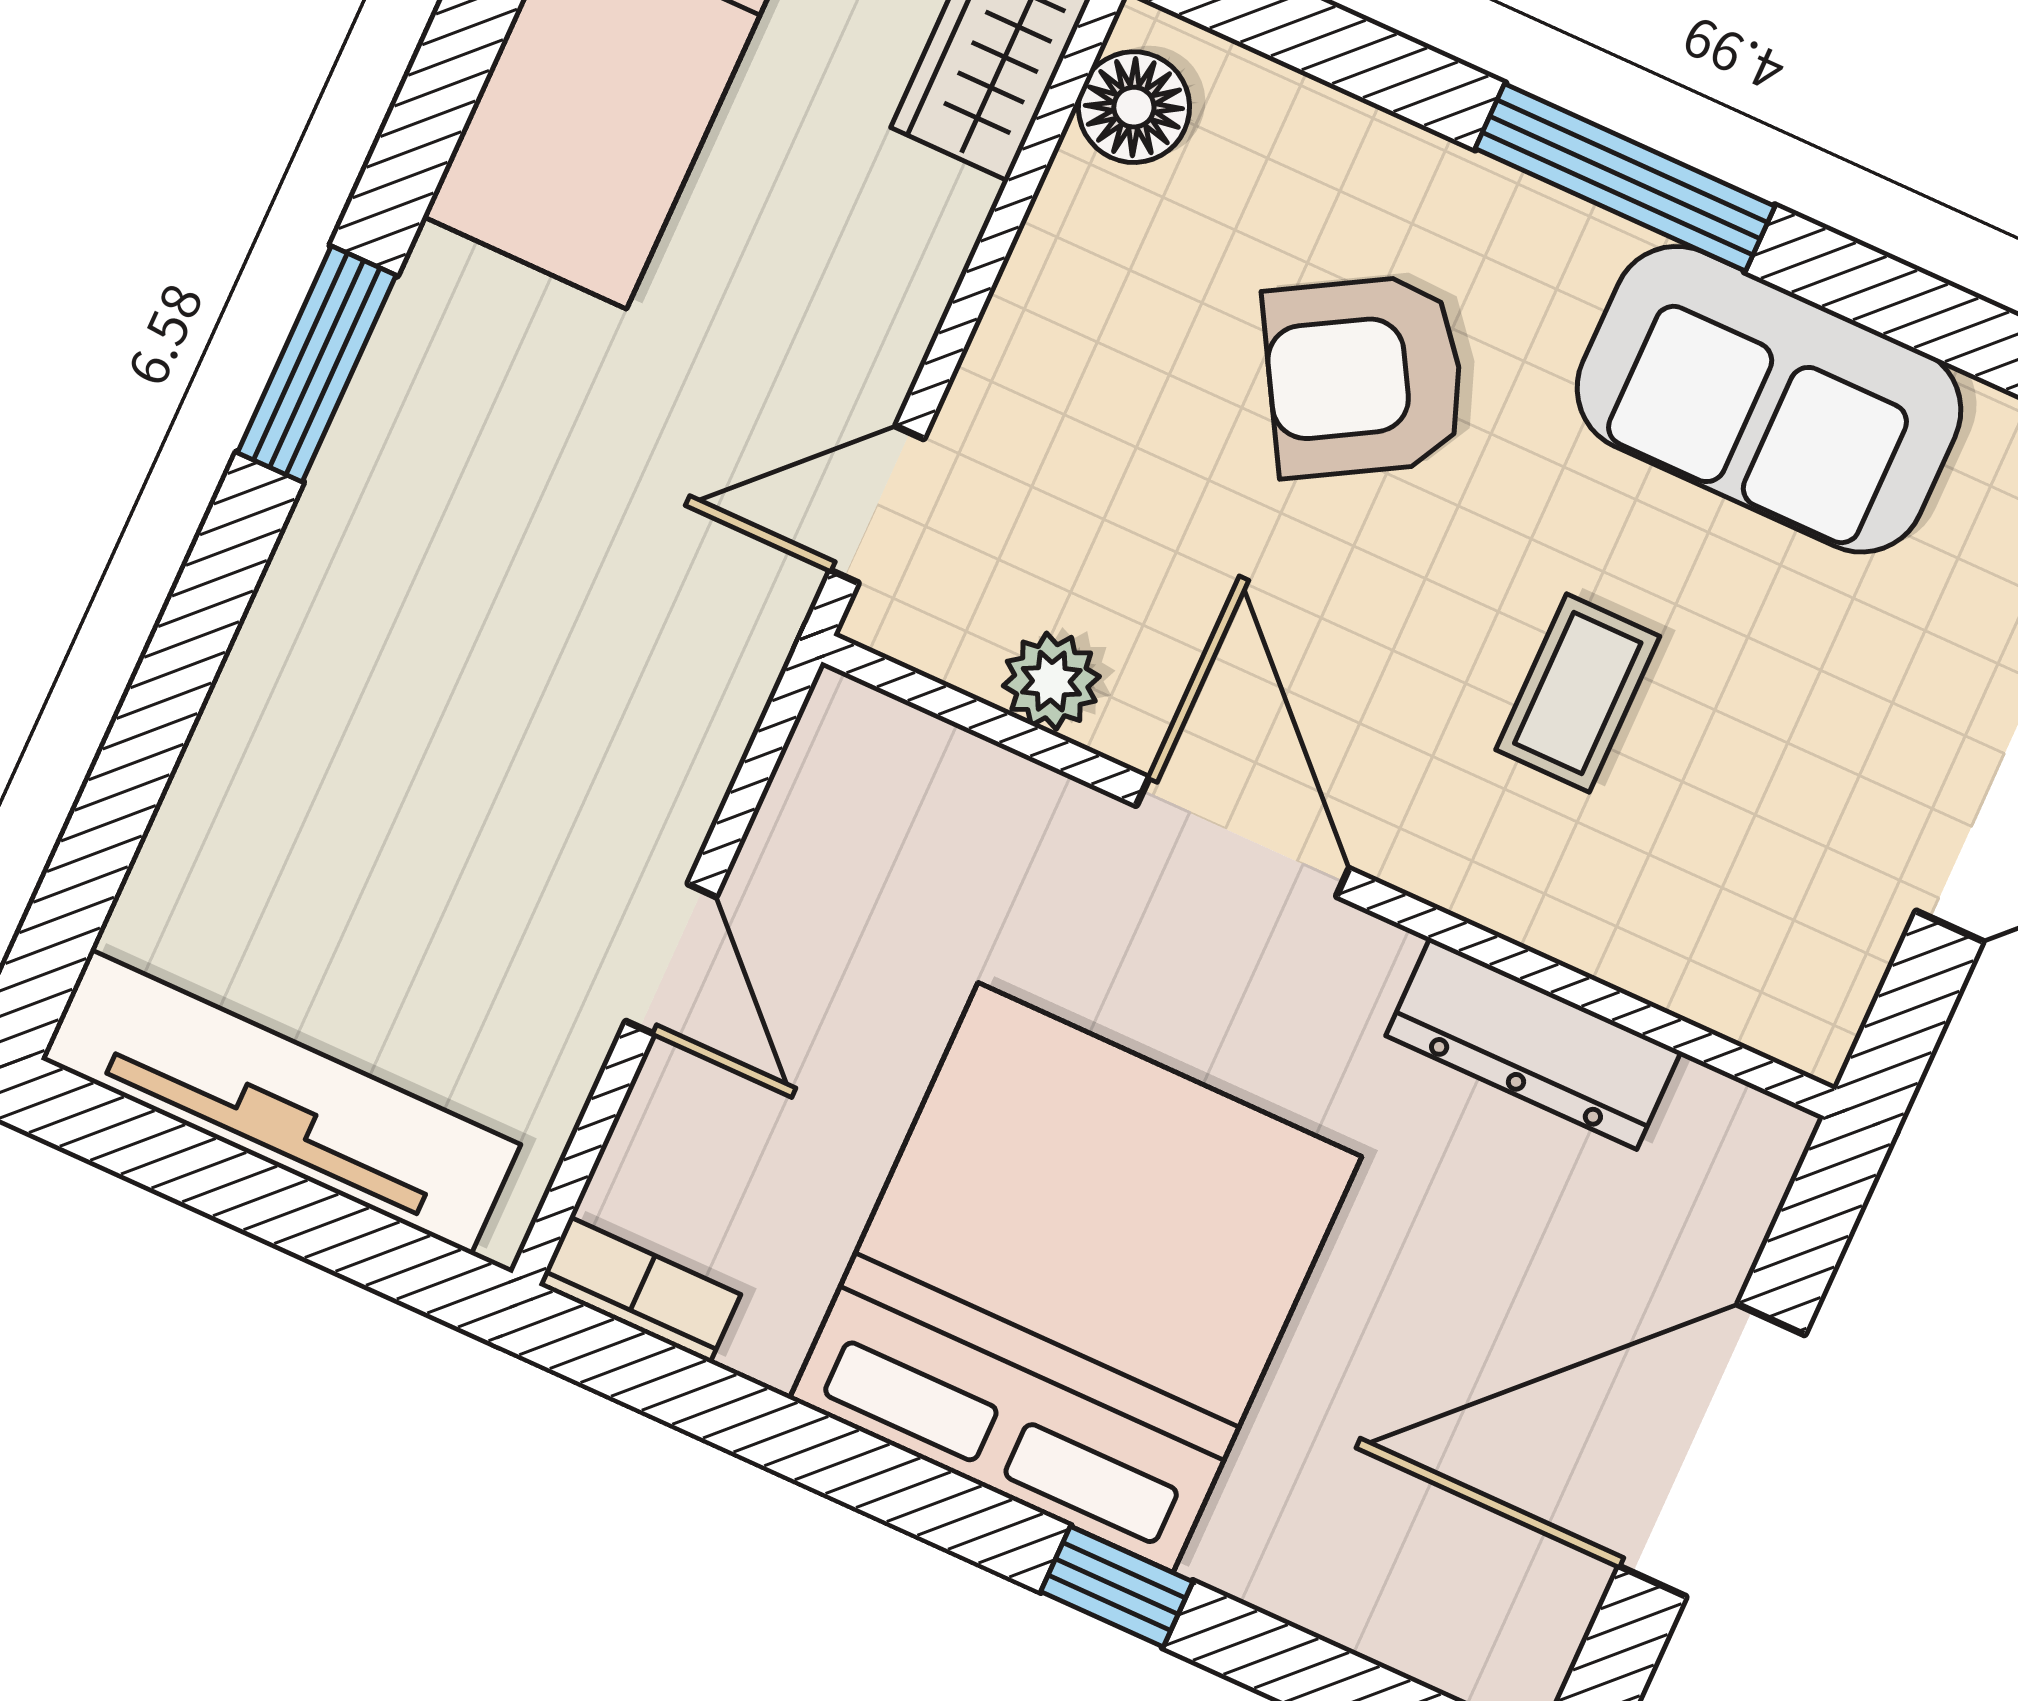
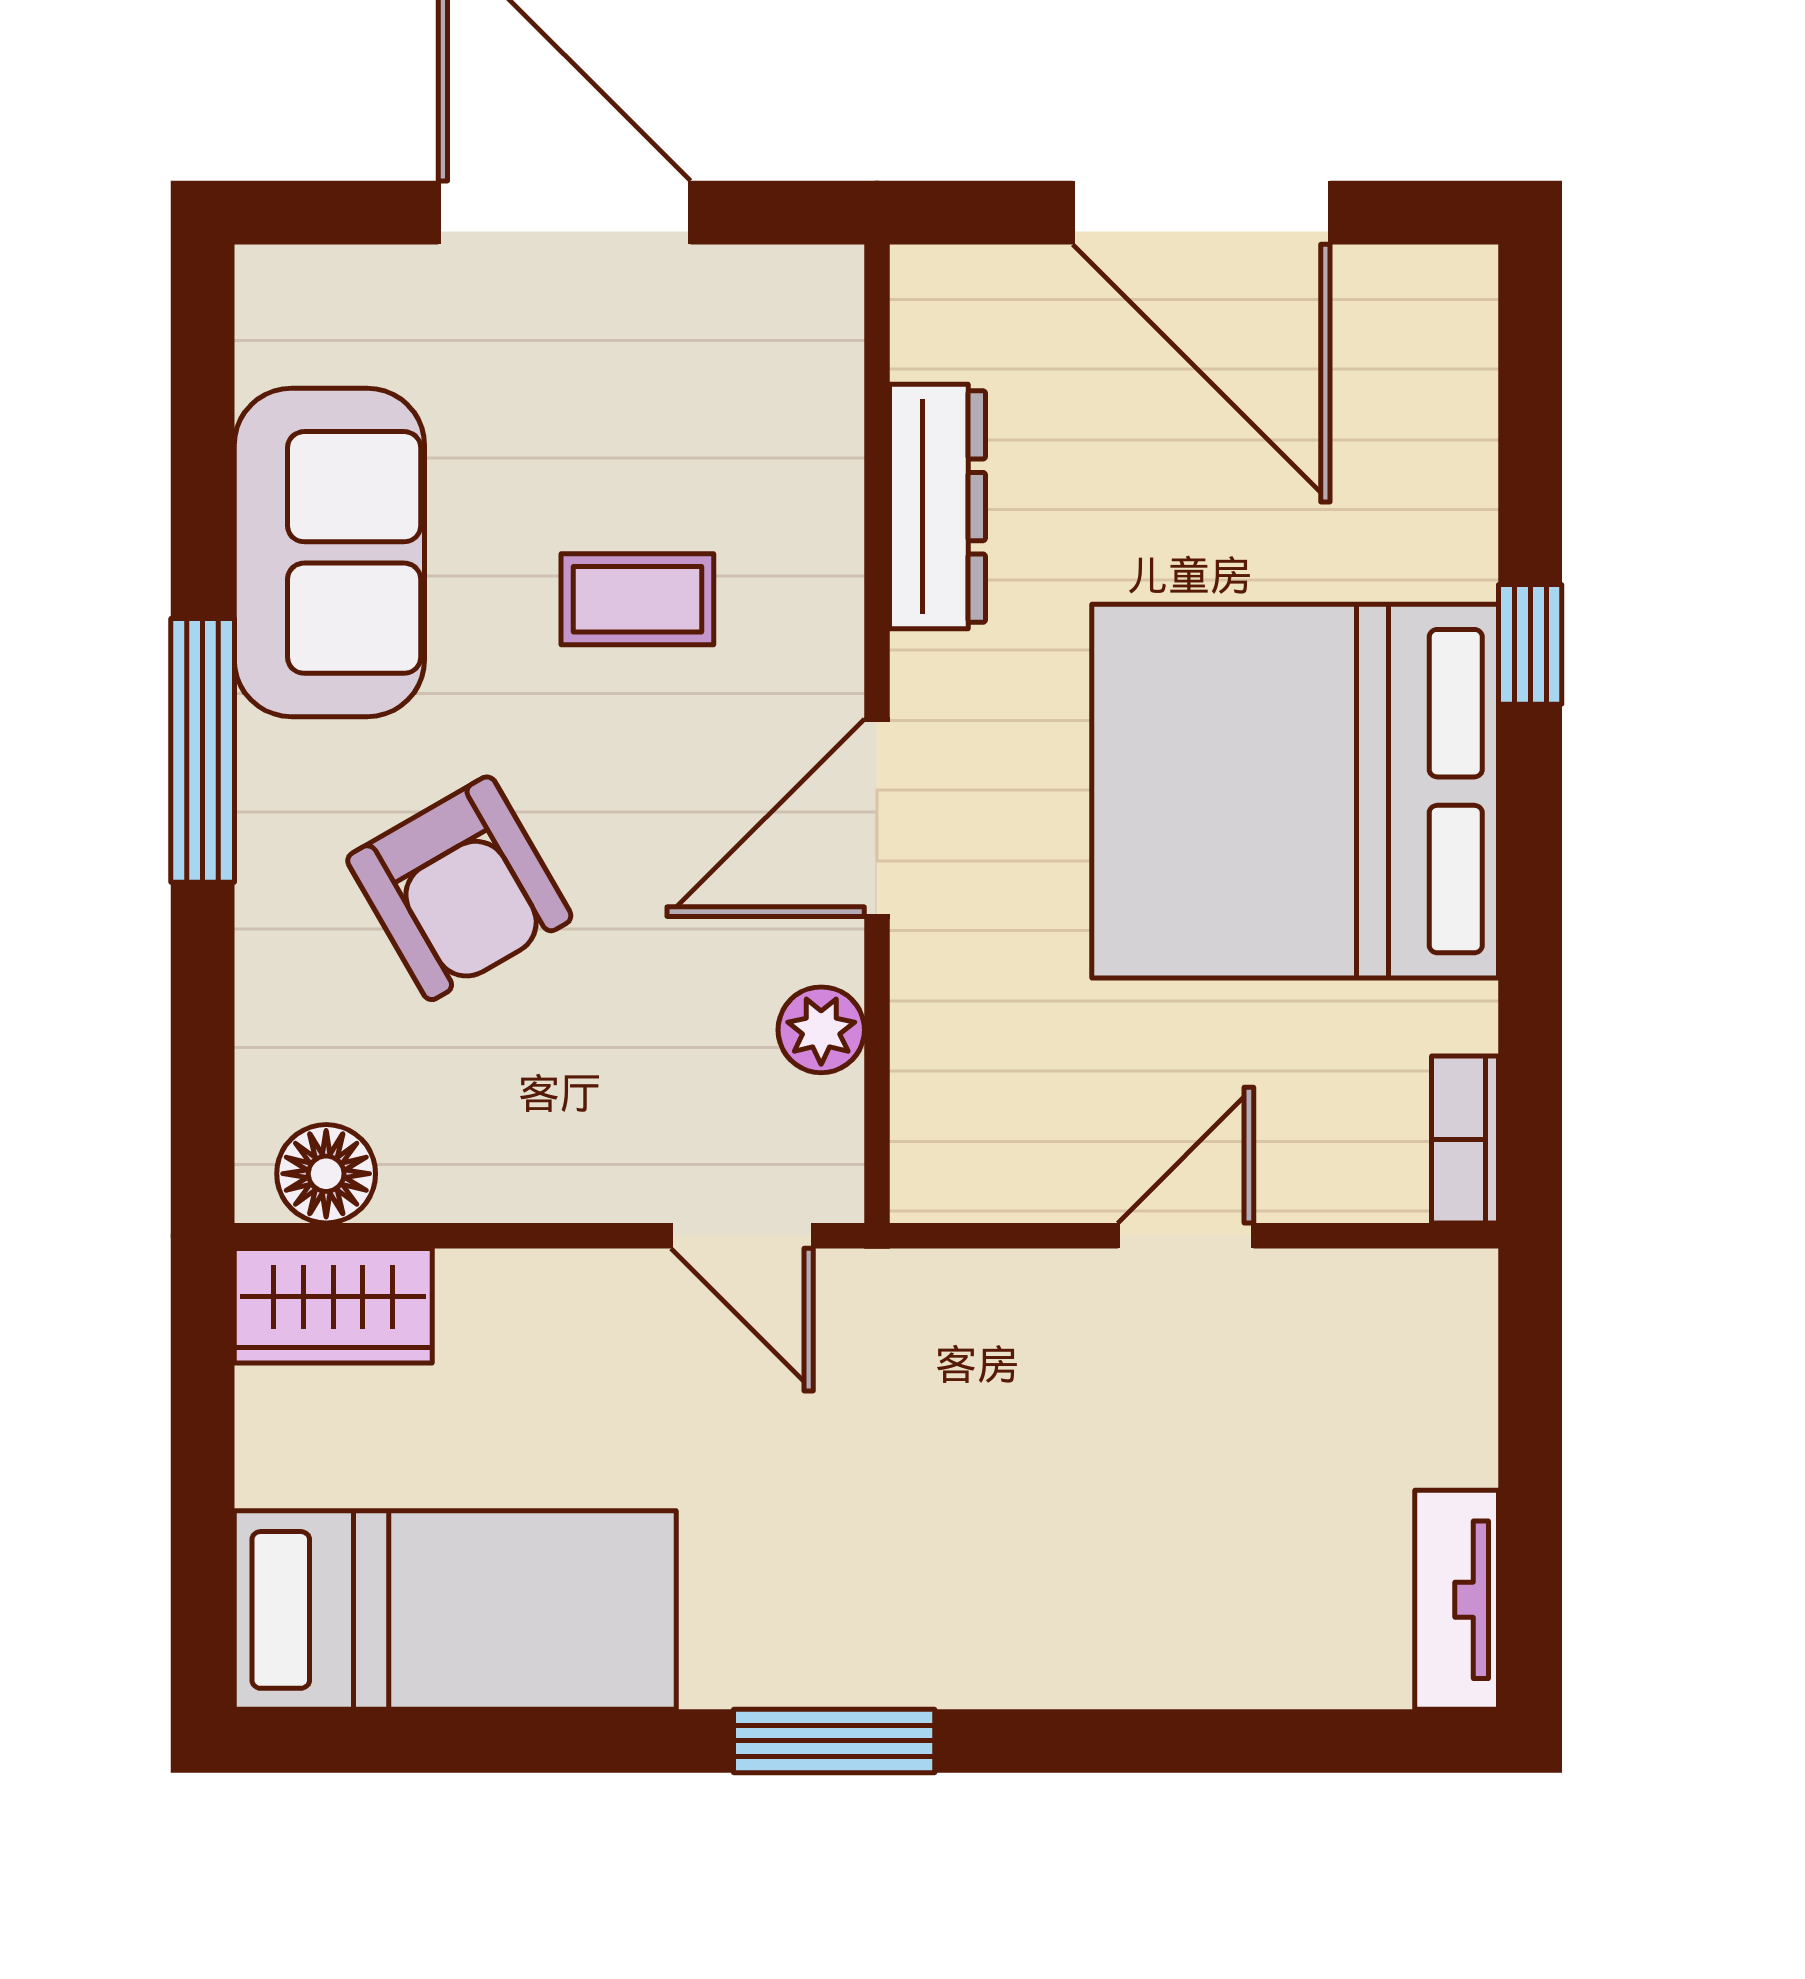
tv unit: (281, 1102) -> (1457, 1600), width x0.52, depth x0.78

